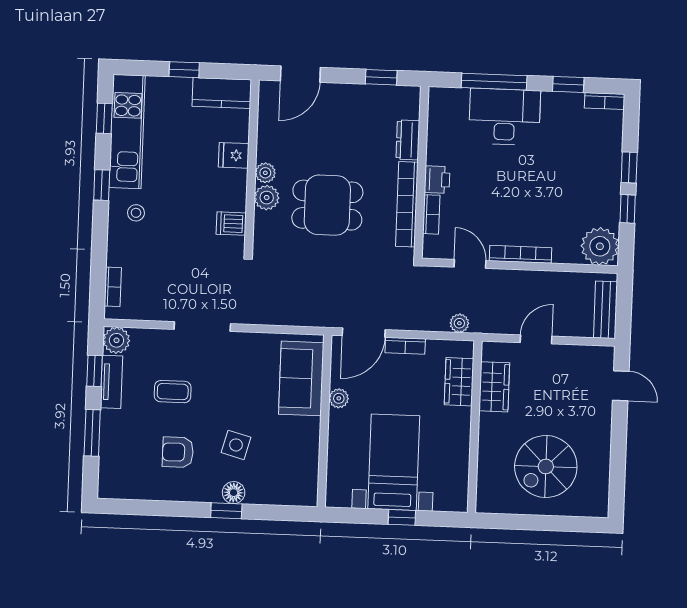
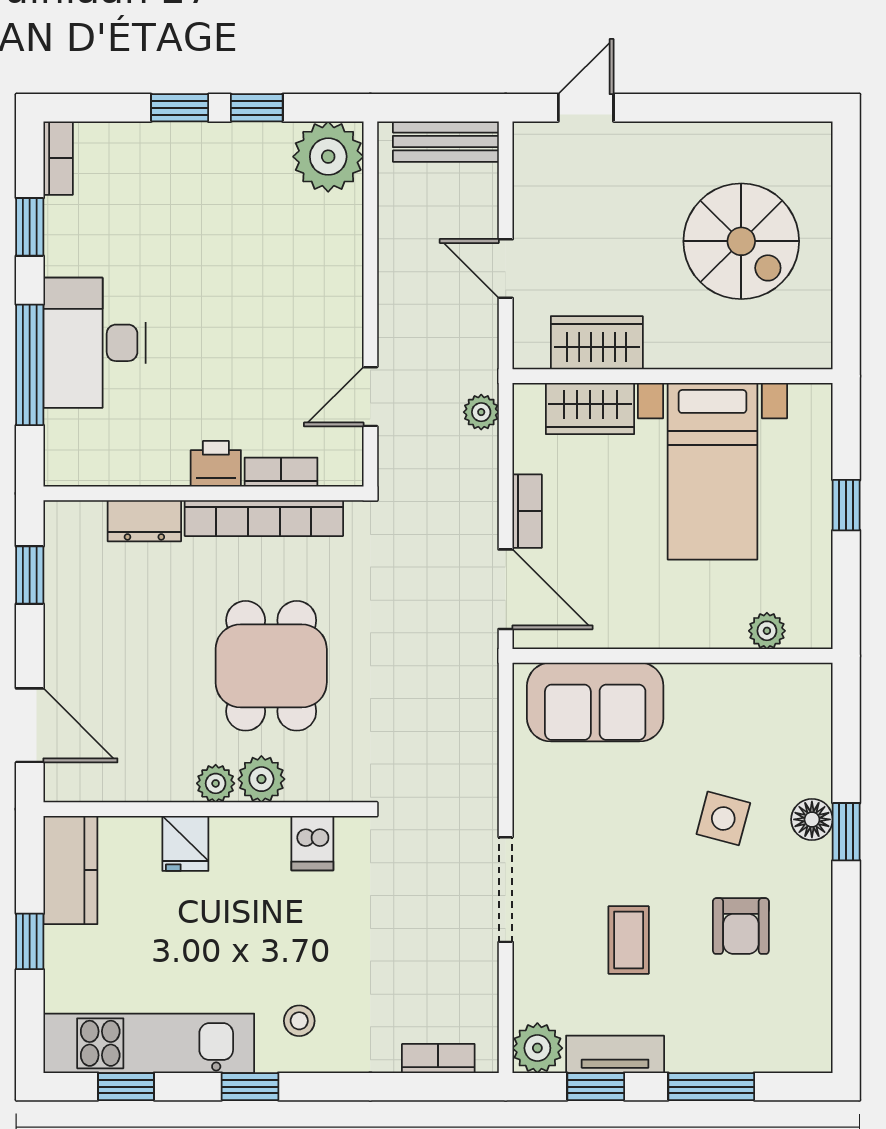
bookcase: (520, 254) -> (349, 304), removed
plant: (339, 398) -> (767, 631), moved
bed with nightstands: (394, 462) -> (713, 471), moved, turned -90

